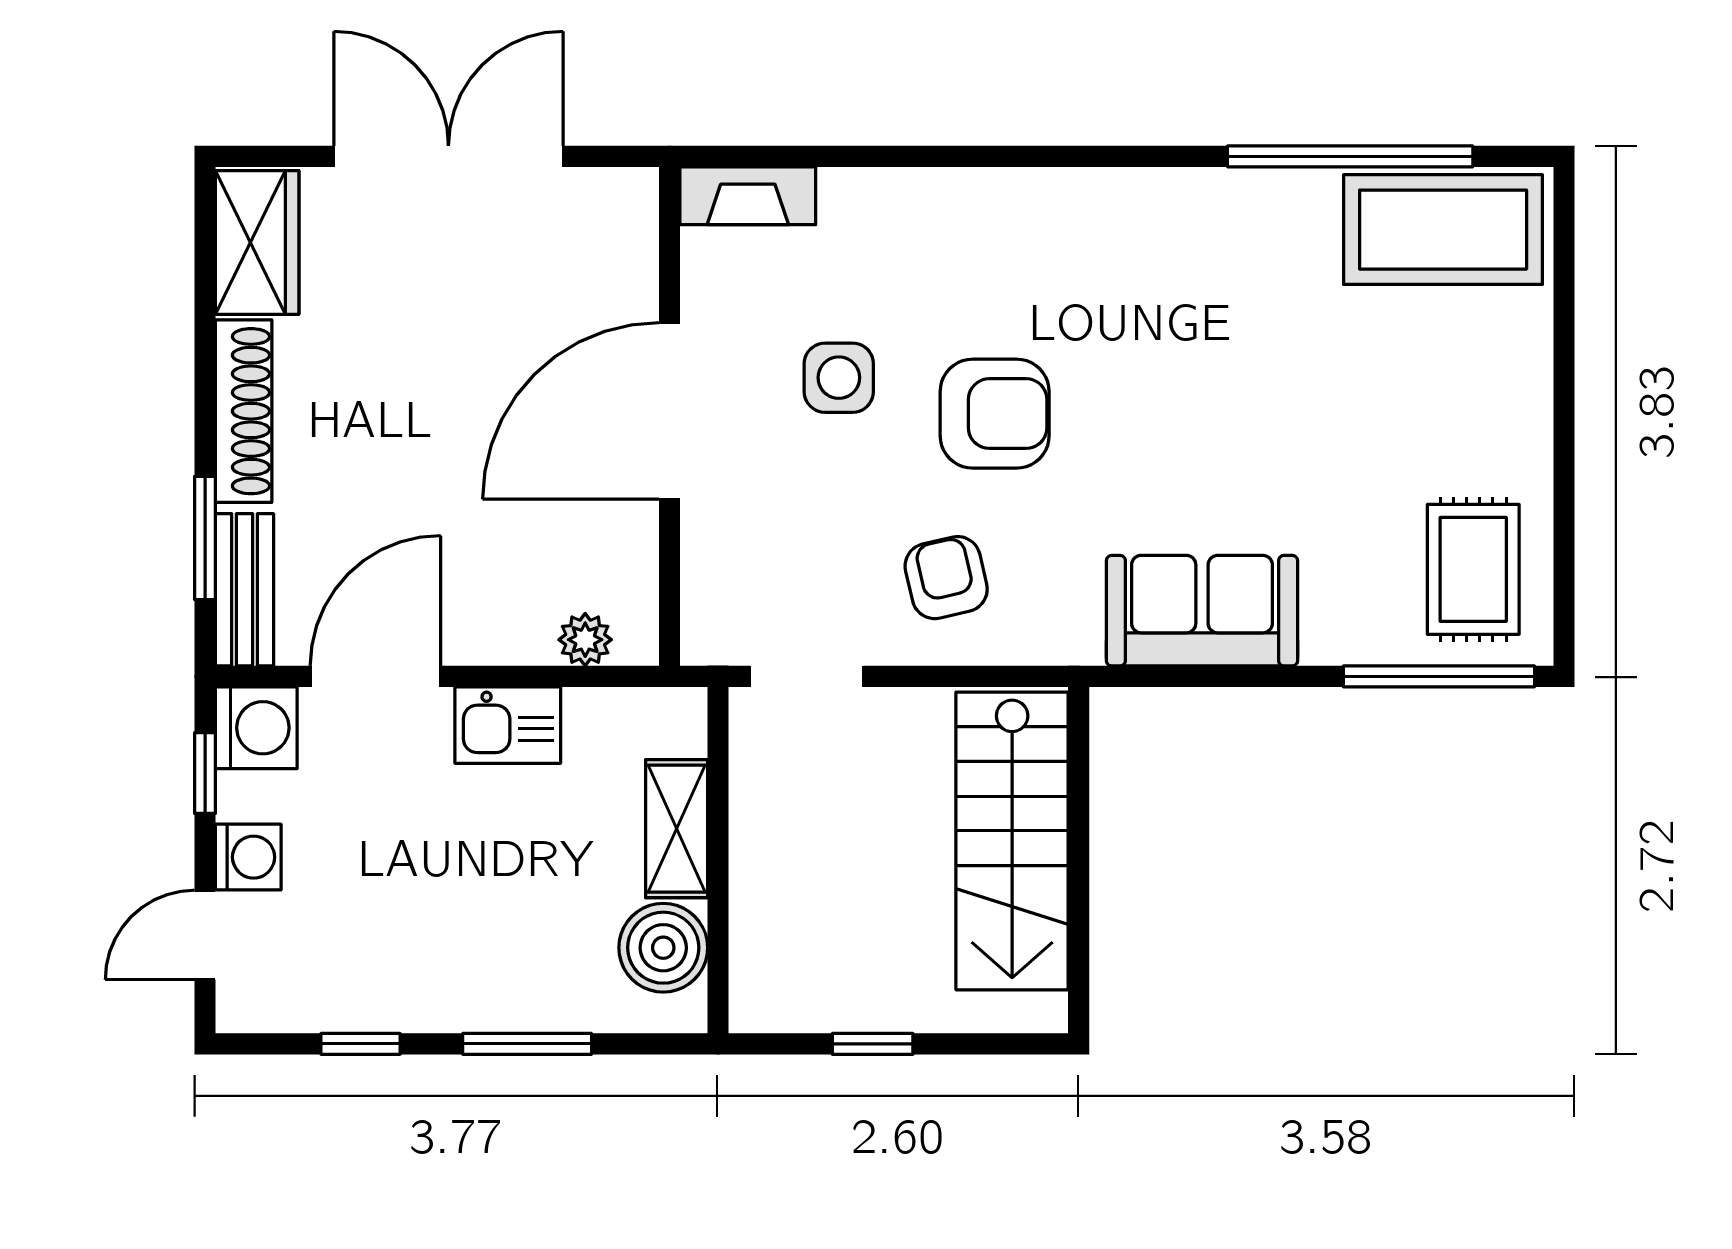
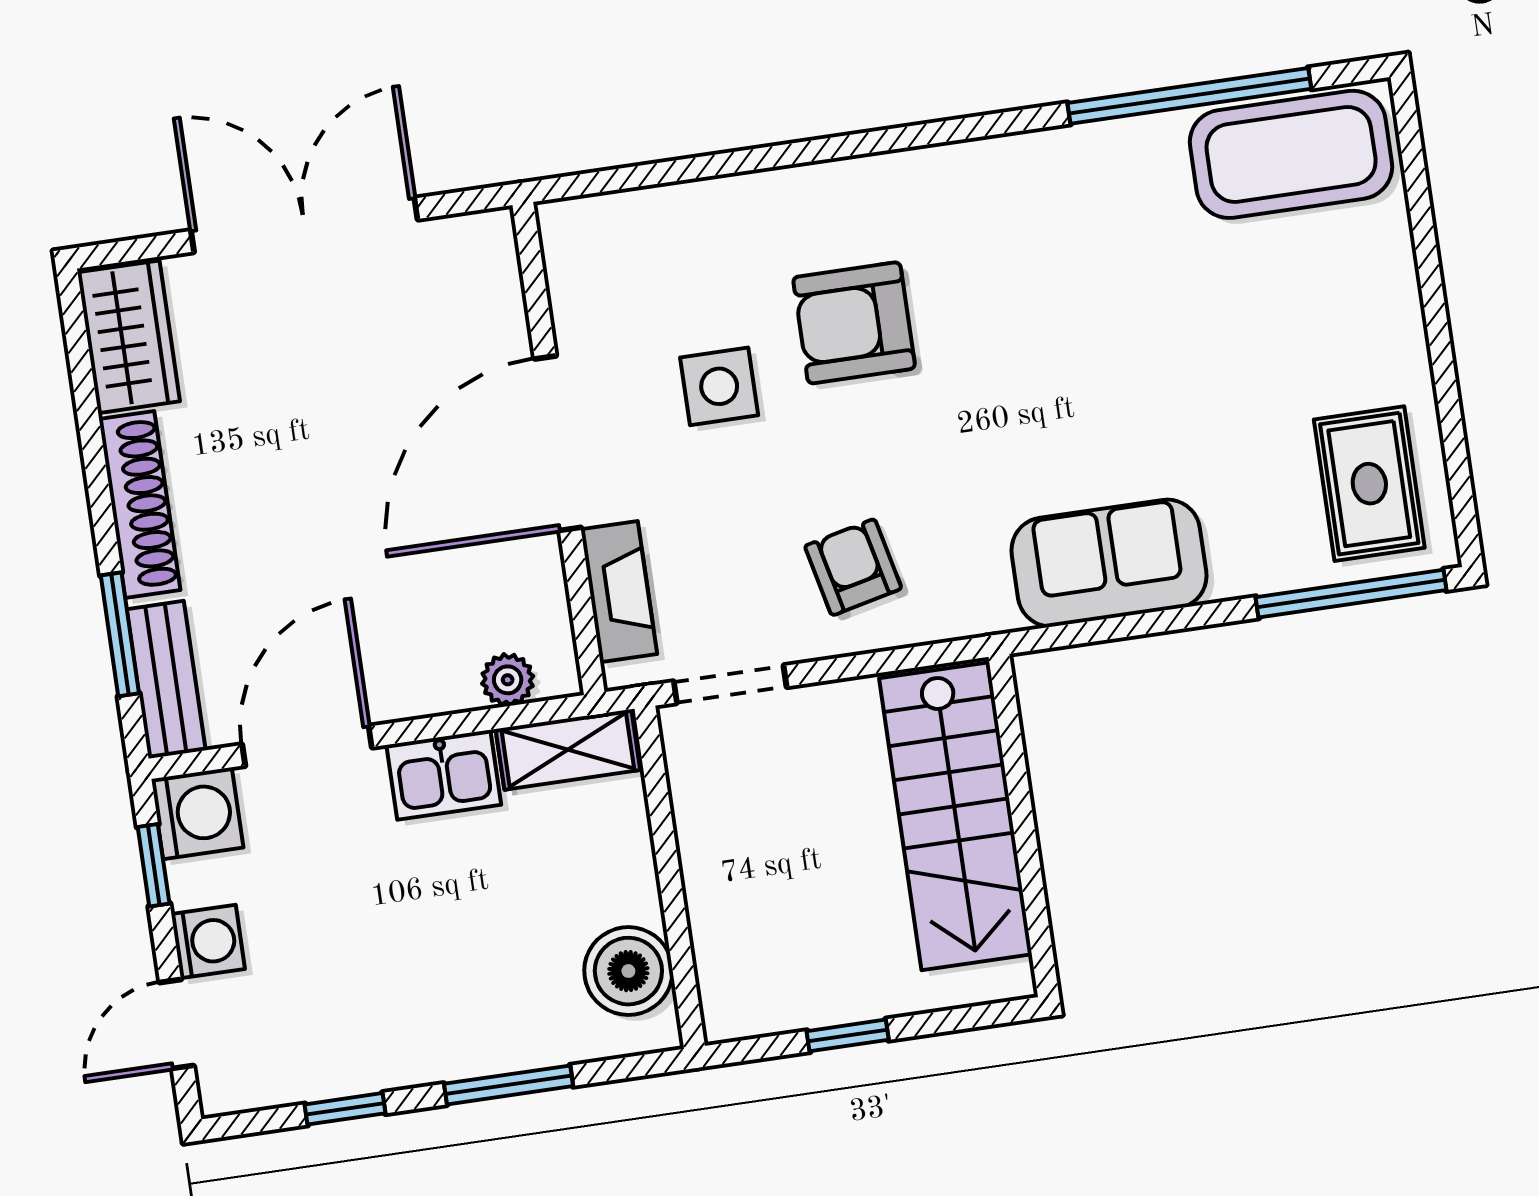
fireplace: (748, 196) -> (619, 592), moved, turned -90
armchair: (995, 414) -> (854, 323), moved, turned 180
shelving: (677, 829) -> (568, 749), moved, turned 90

